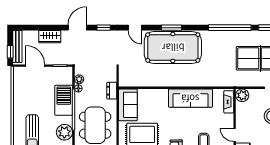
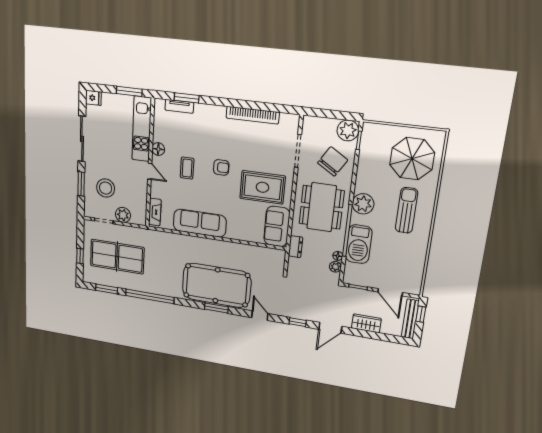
plant: (242, 95) -> (123, 215), moved

